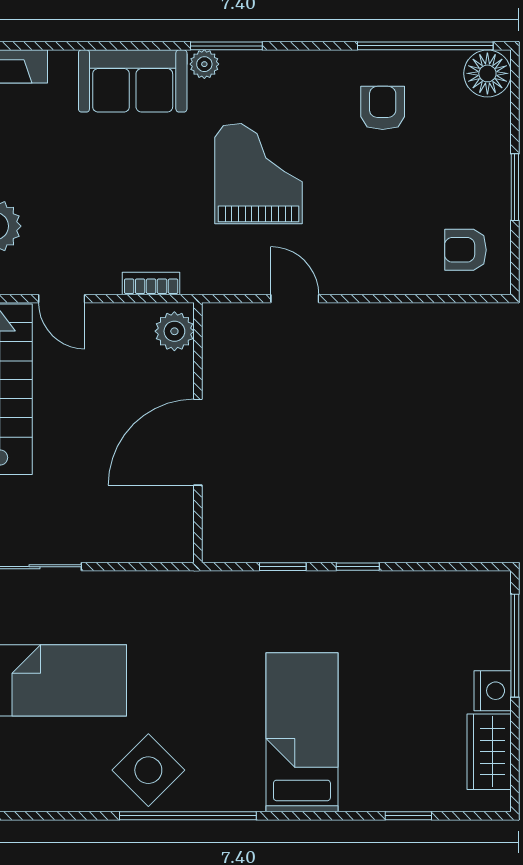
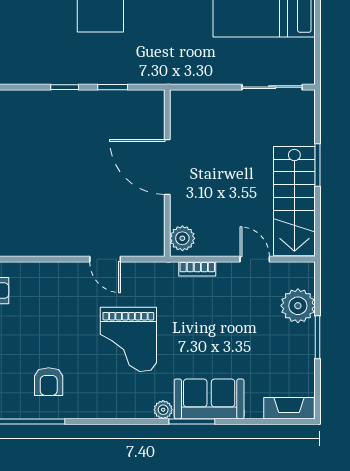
window: (226, 46) -> (192, 421), moved
door: (198, 442) -> (167, 167), swing flipped

